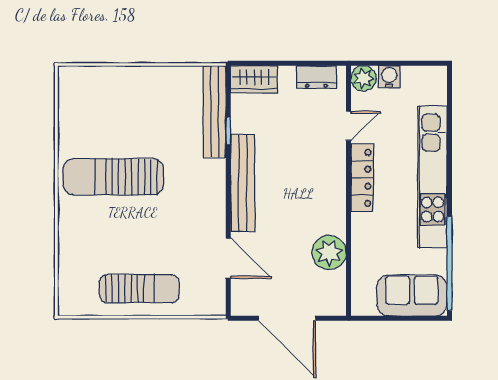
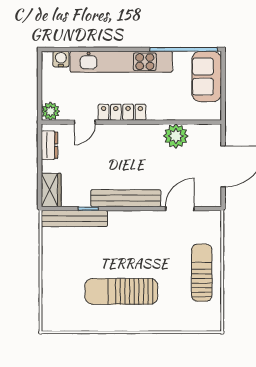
water cooler: (389, 77) -> (61, 59), moved, turned 90
door: (349, 126) -> (85, 122), swing flipped
sun lounger: (113, 177) -> (121, 291), turned 90

